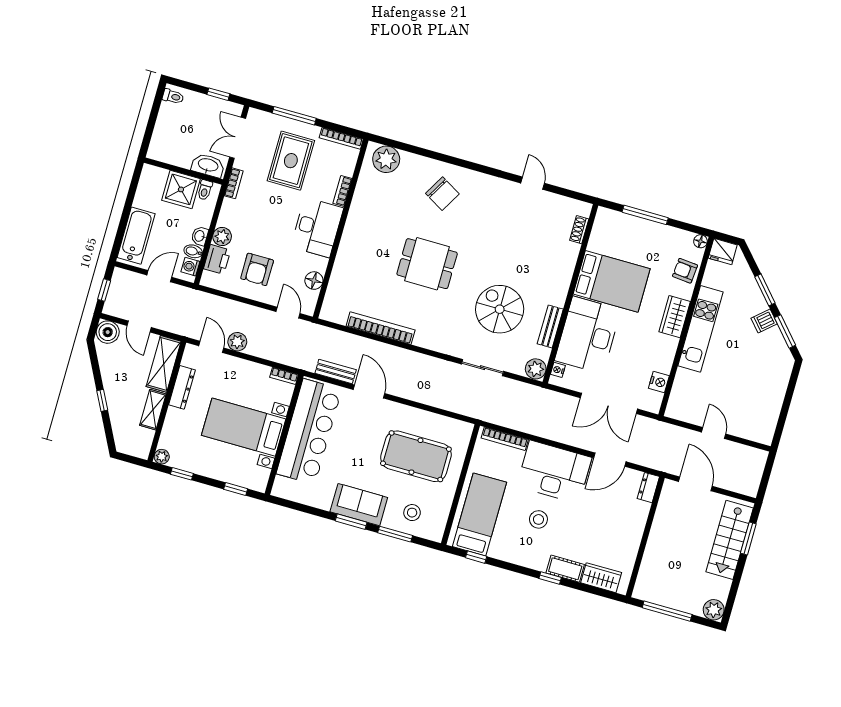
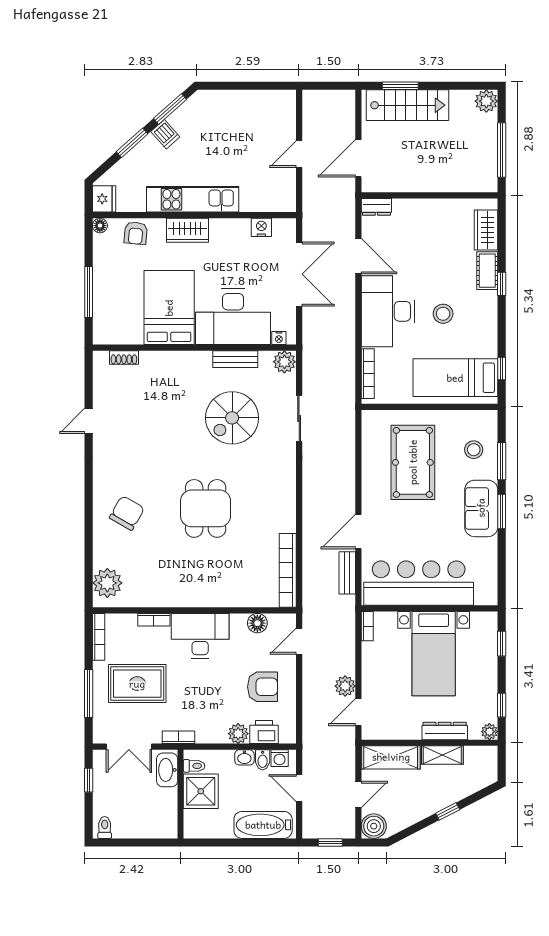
bookcase: (381, 328) -> (288, 570), moved
dresser: (182, 387) -> (445, 731), moved

